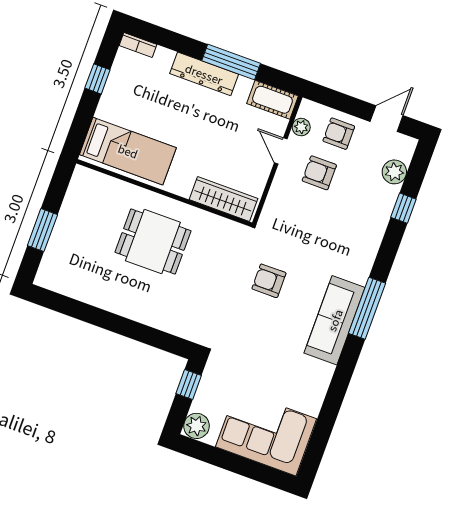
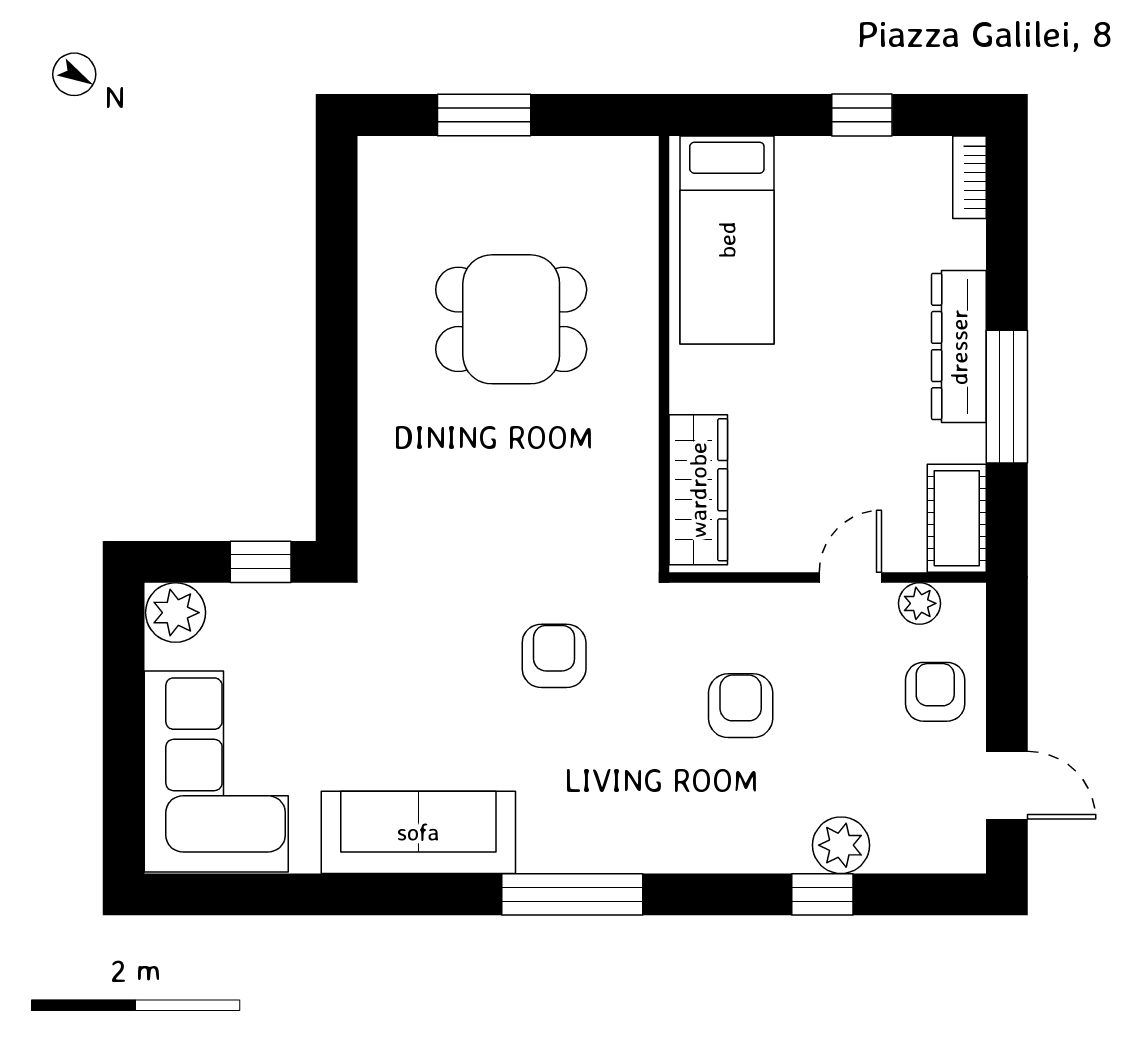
plant: (394, 172) -> (841, 845), moved
armchair: (319, 173) -> (741, 706), moved
dining table: (153, 242) -> (511, 319), moved, turned 90
sofa: (335, 320) -> (418, 832), moved

